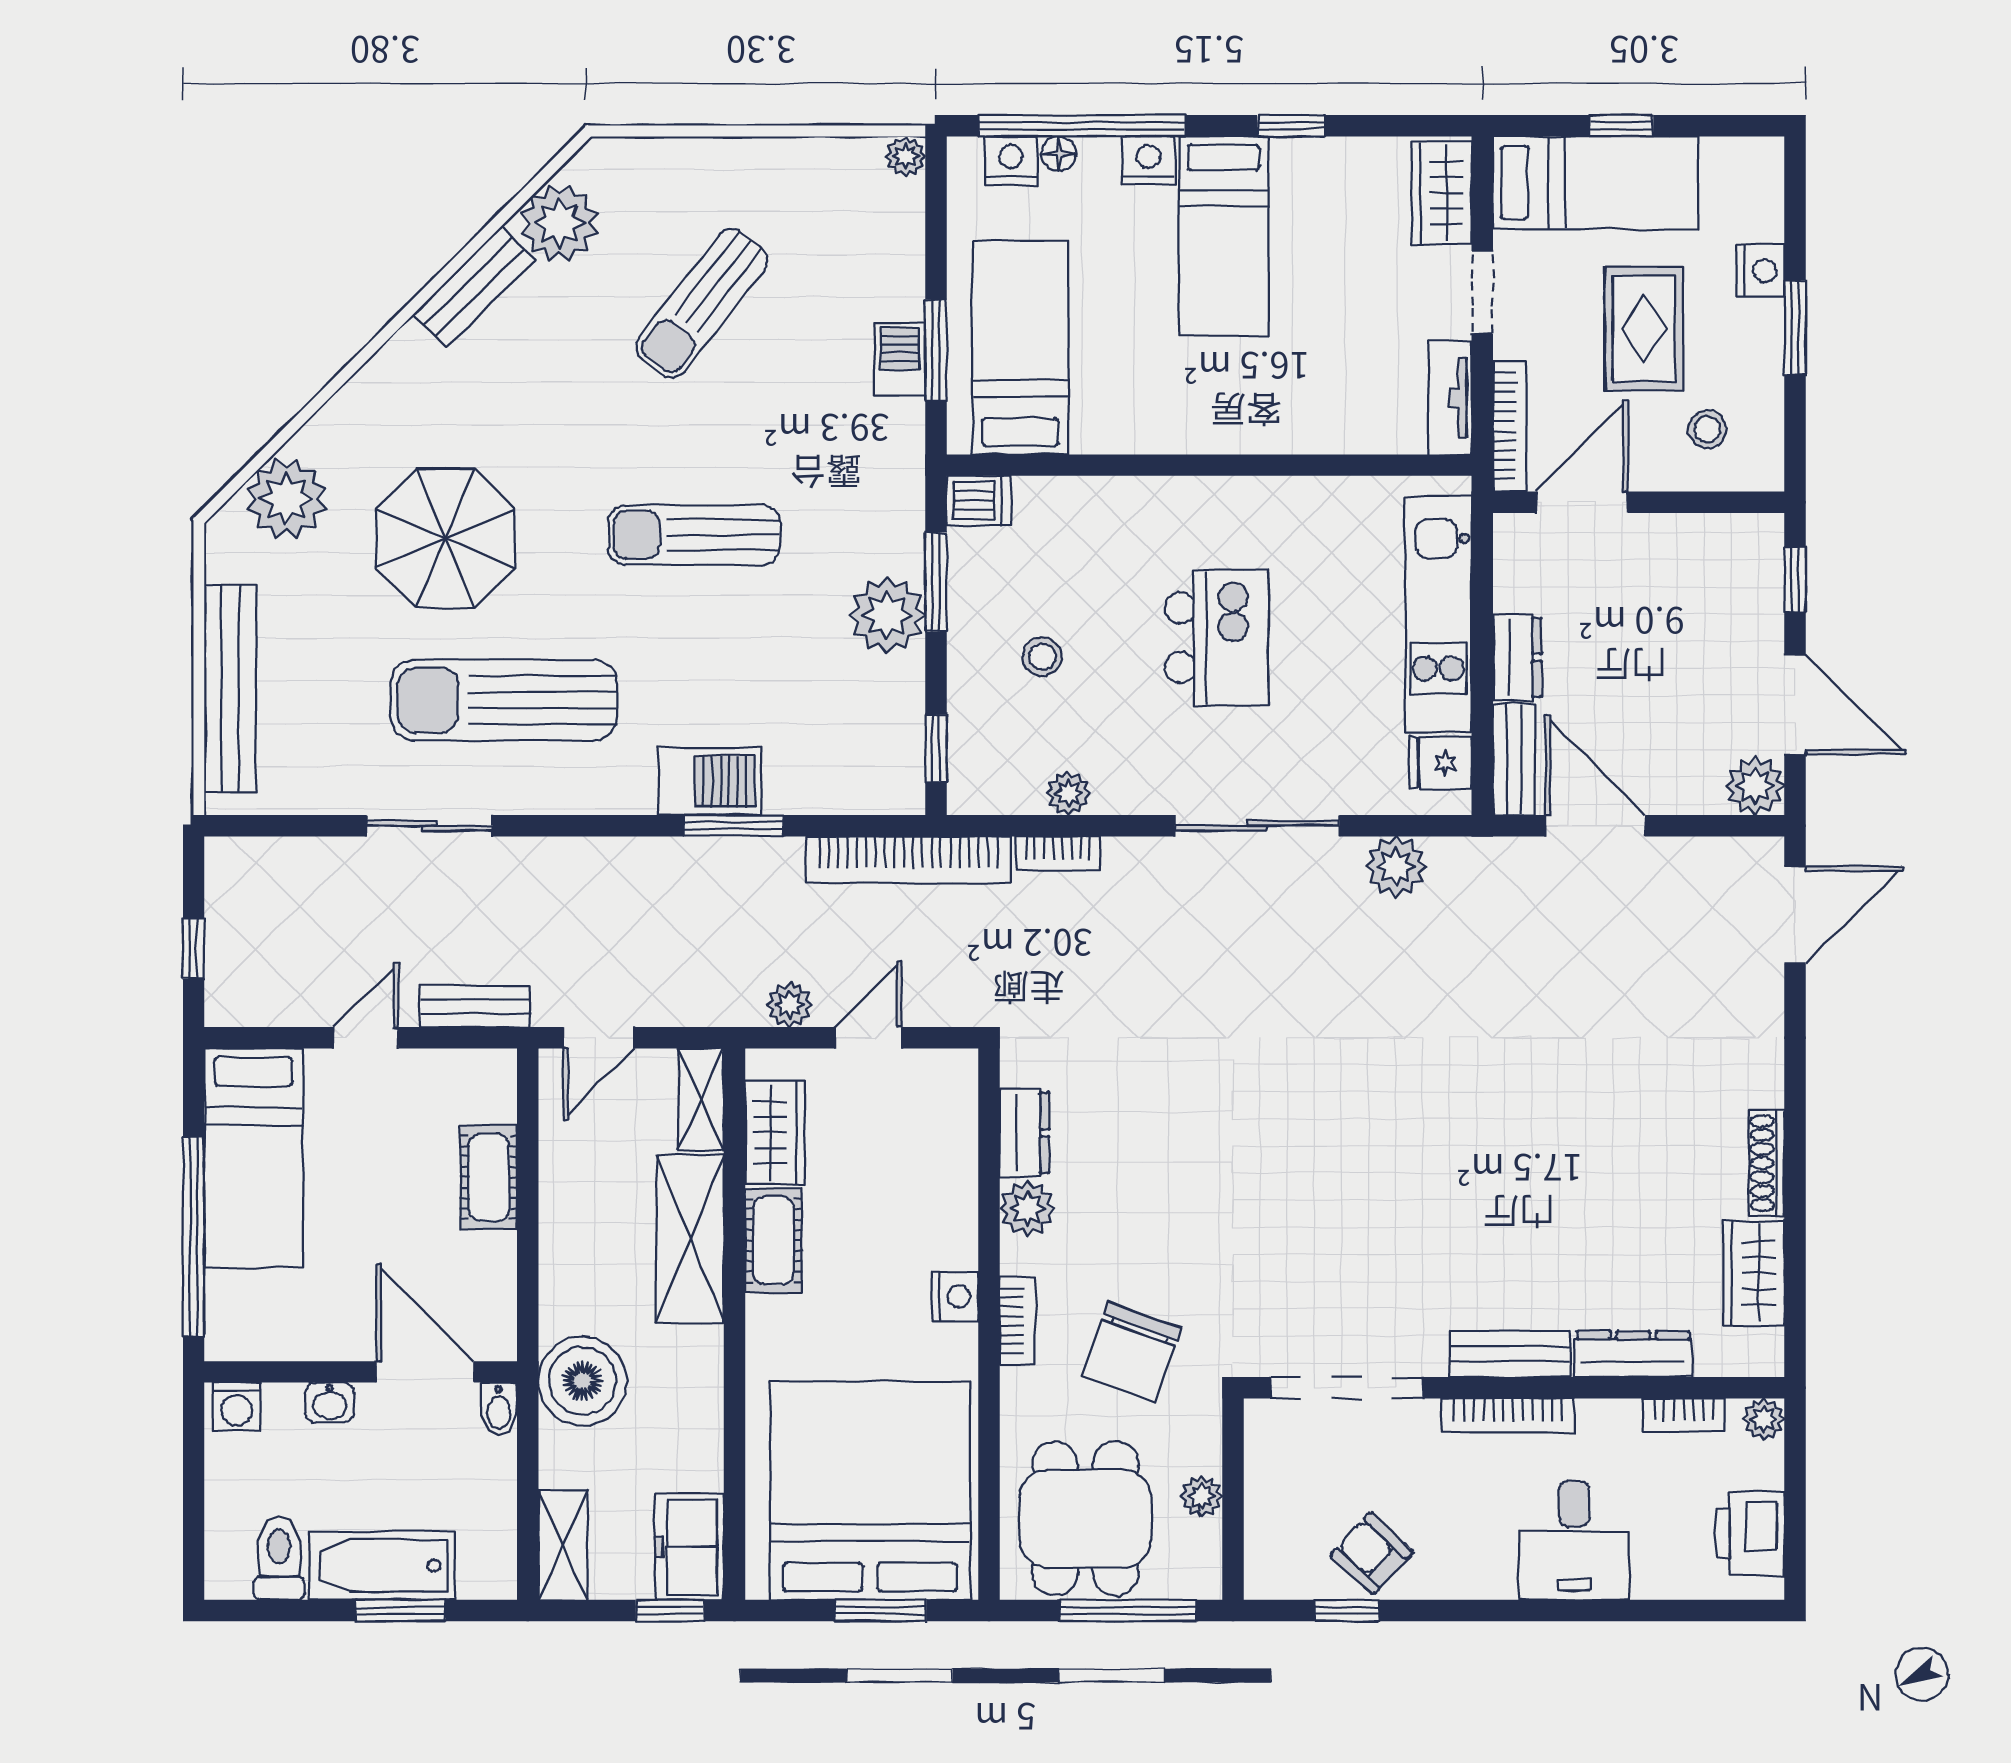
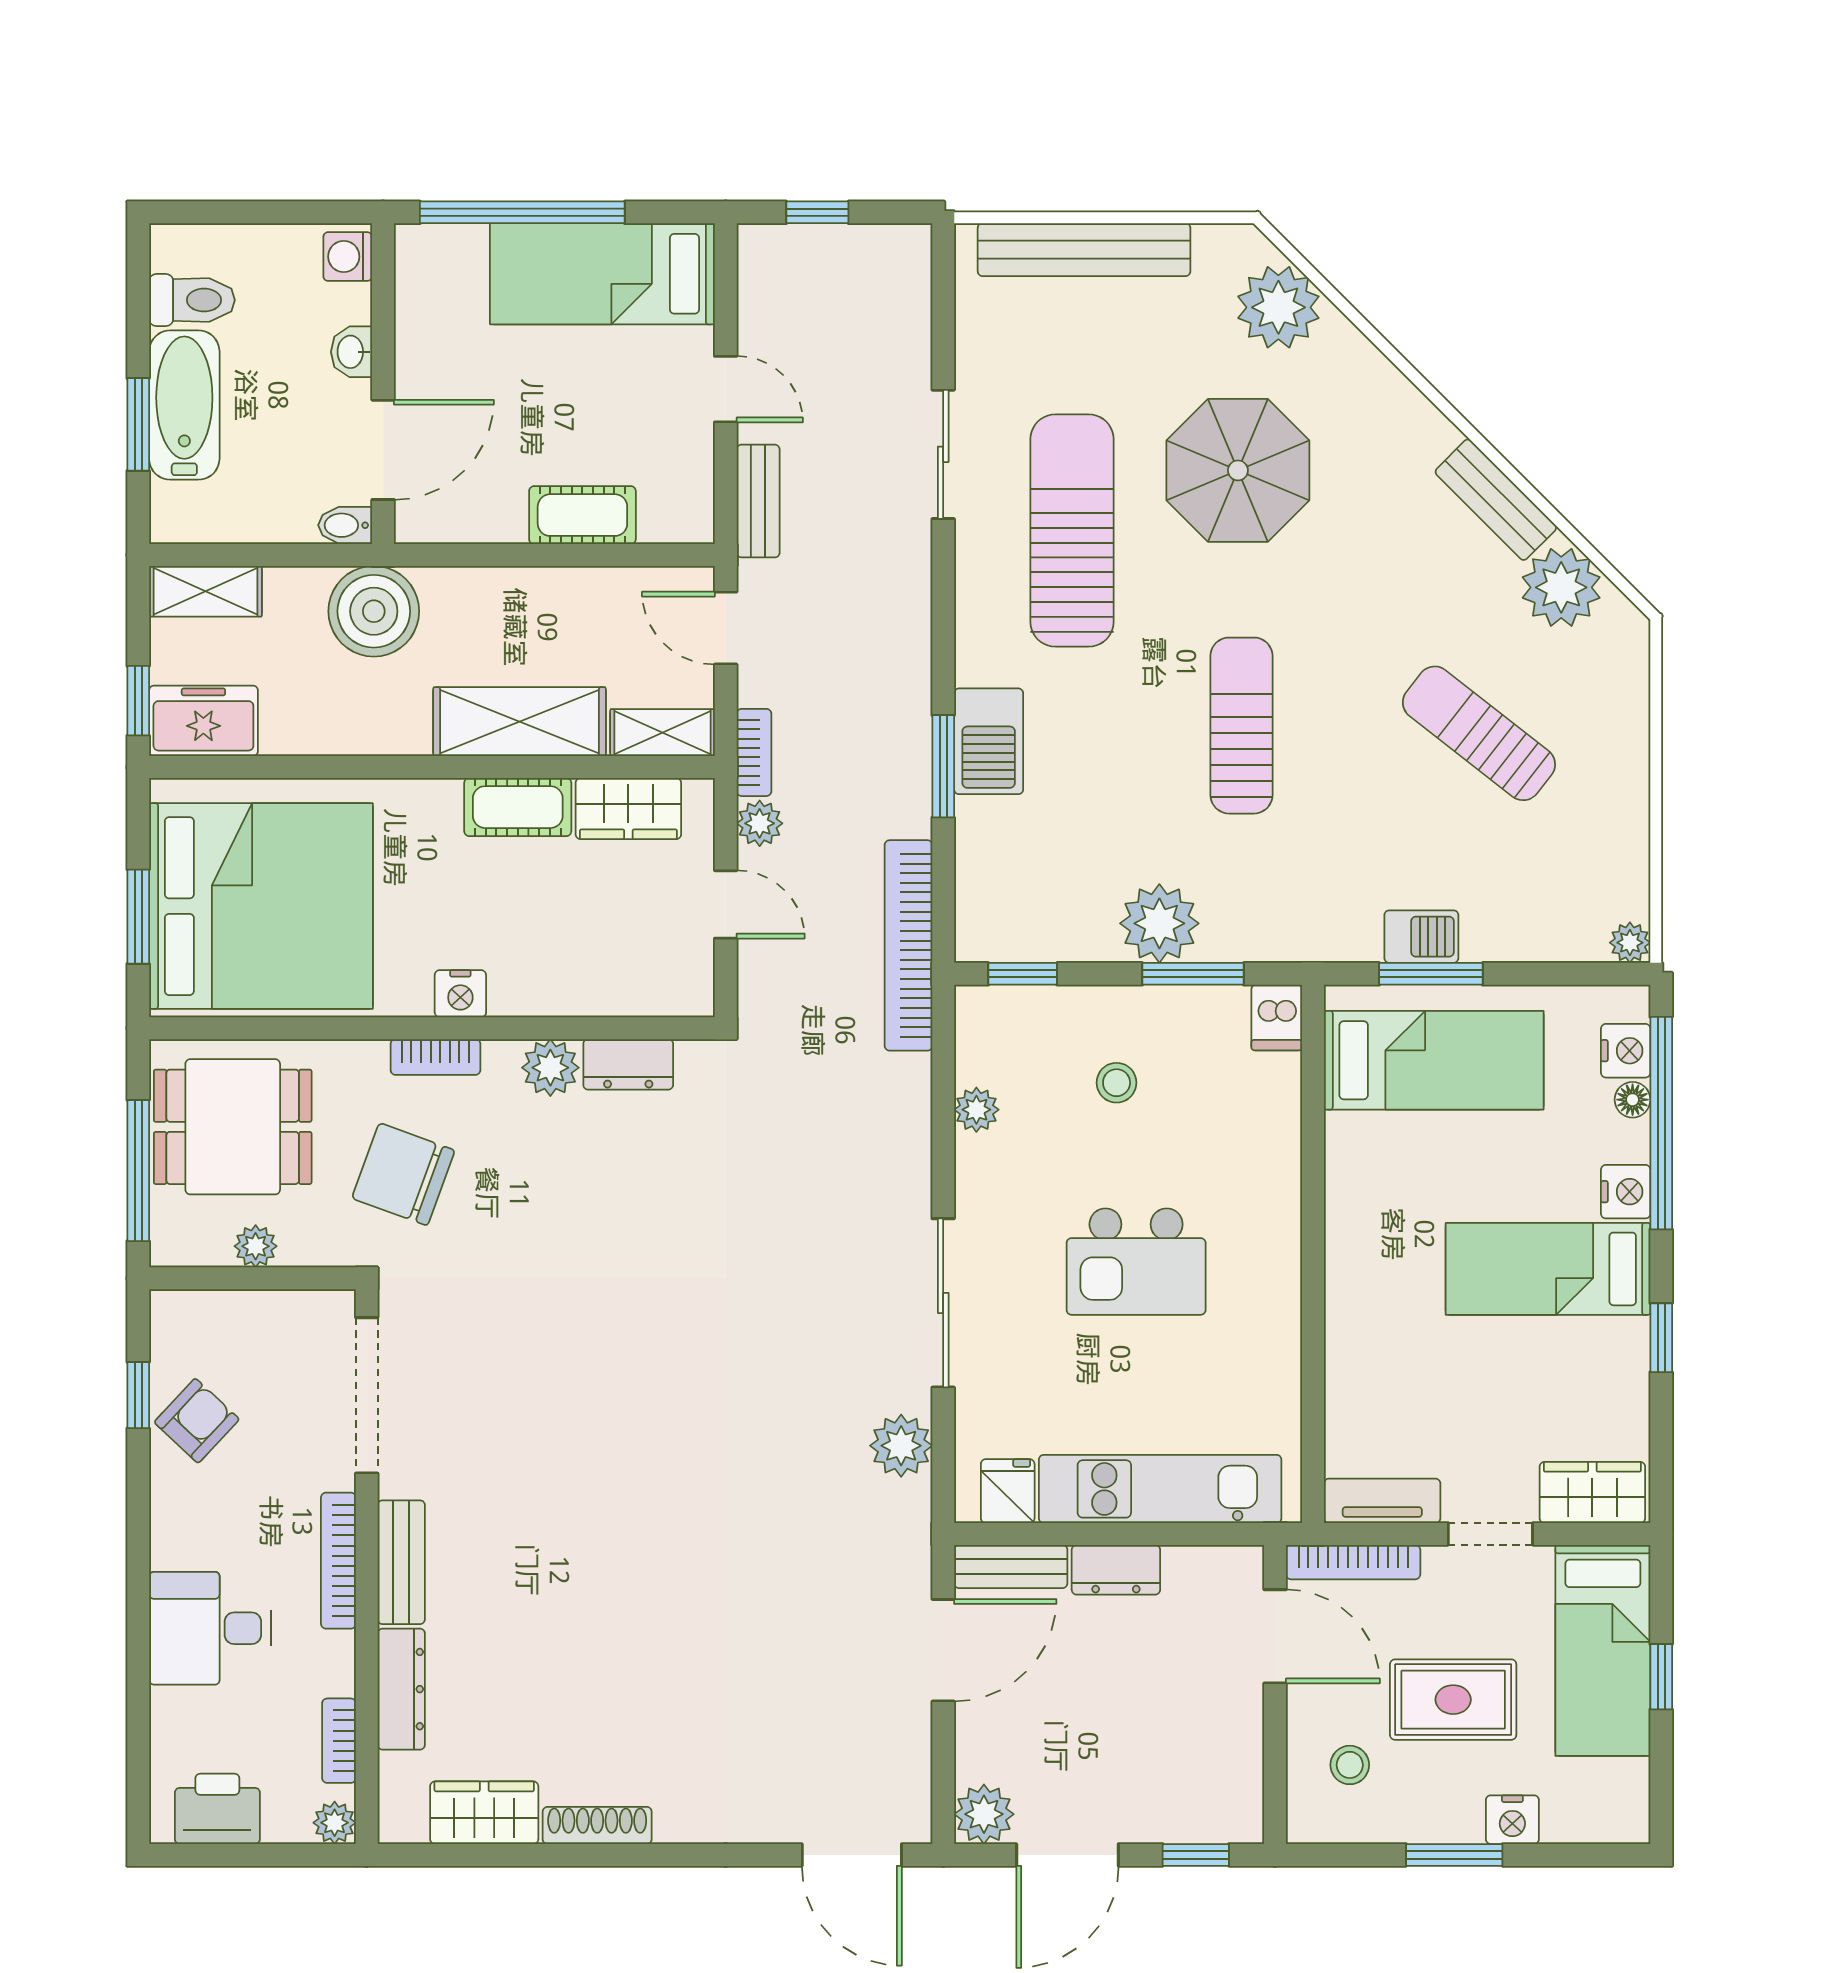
bookcase: (1058, 853) -> (754, 752), moved, turned 180

